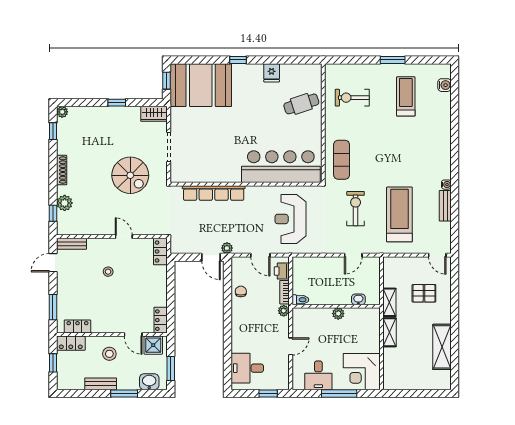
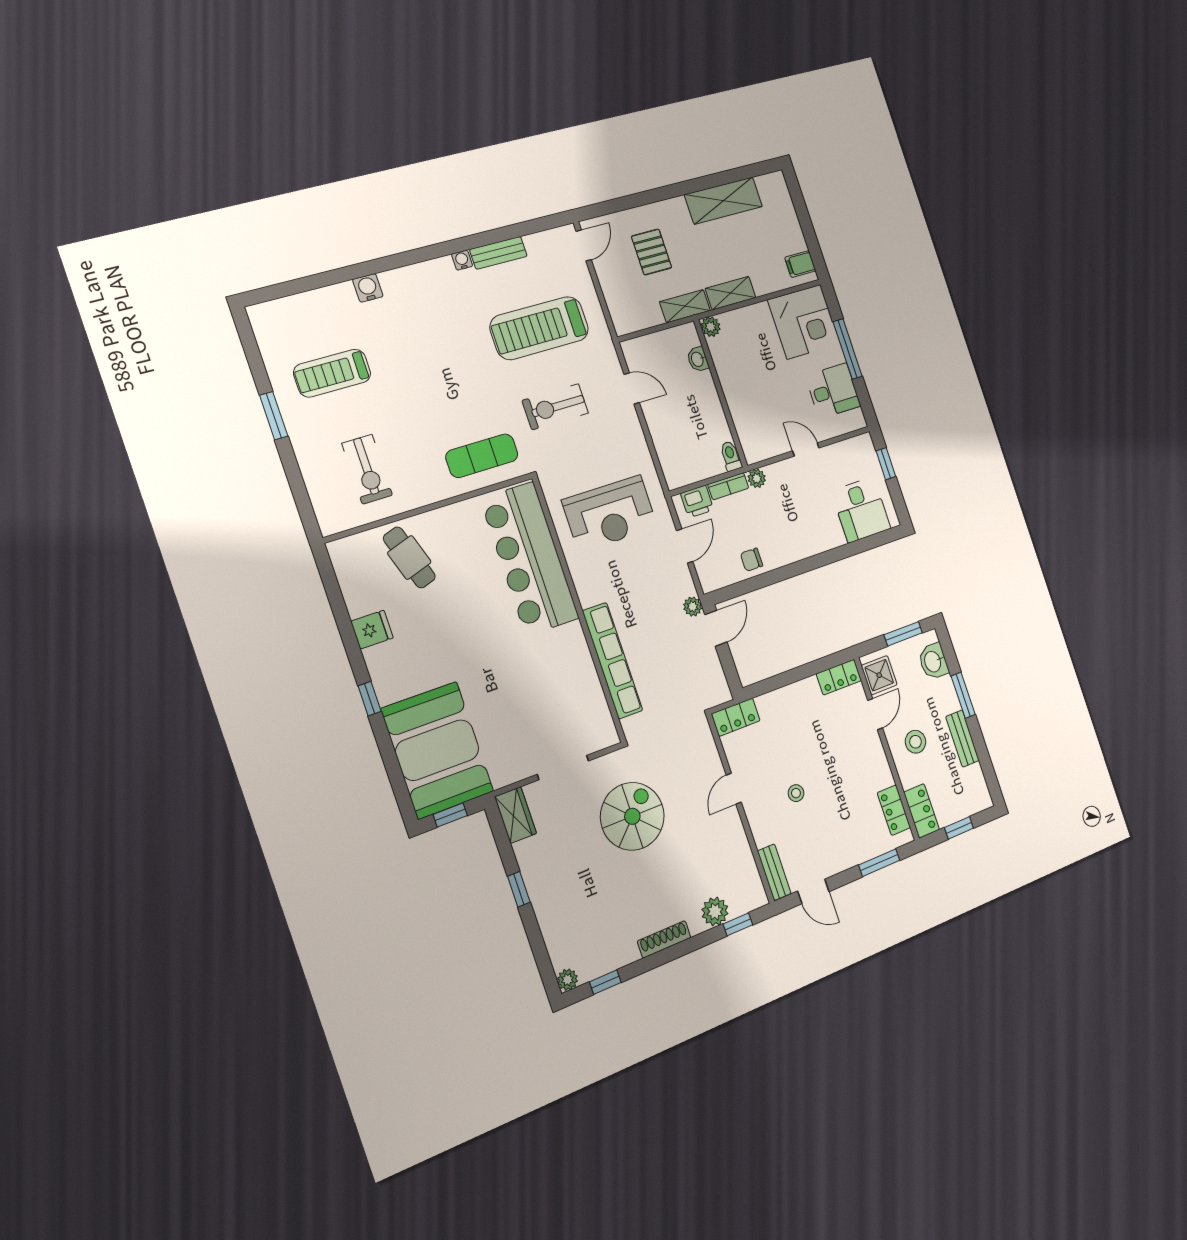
water cooler: (444, 85) -> (368, 288), moved
plant: (338, 314) -> (711, 327), moved
filing cabinet: (395, 381) -> (800, 264), added

